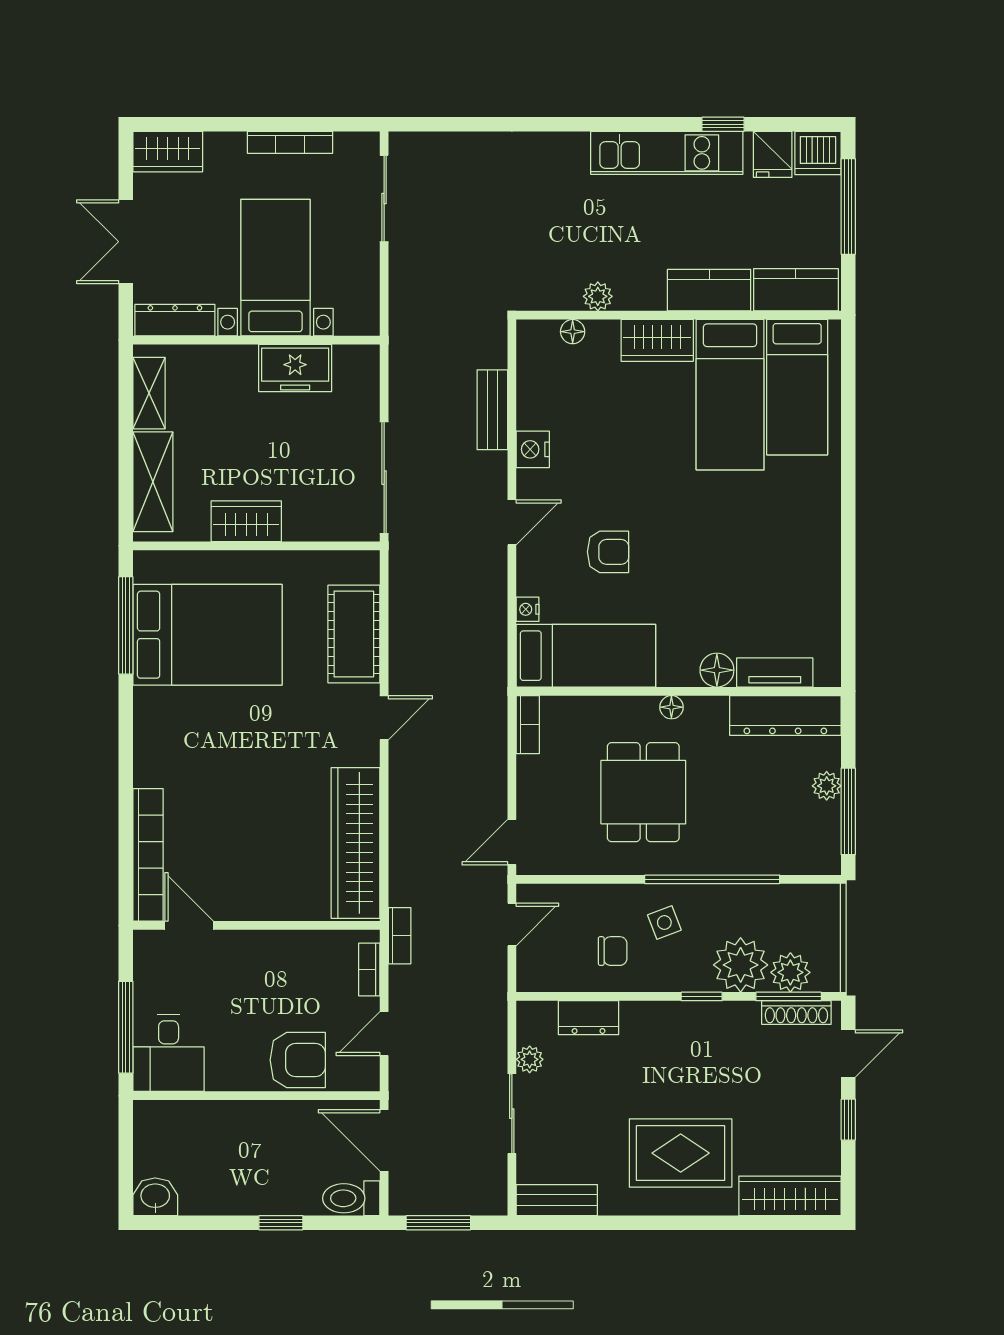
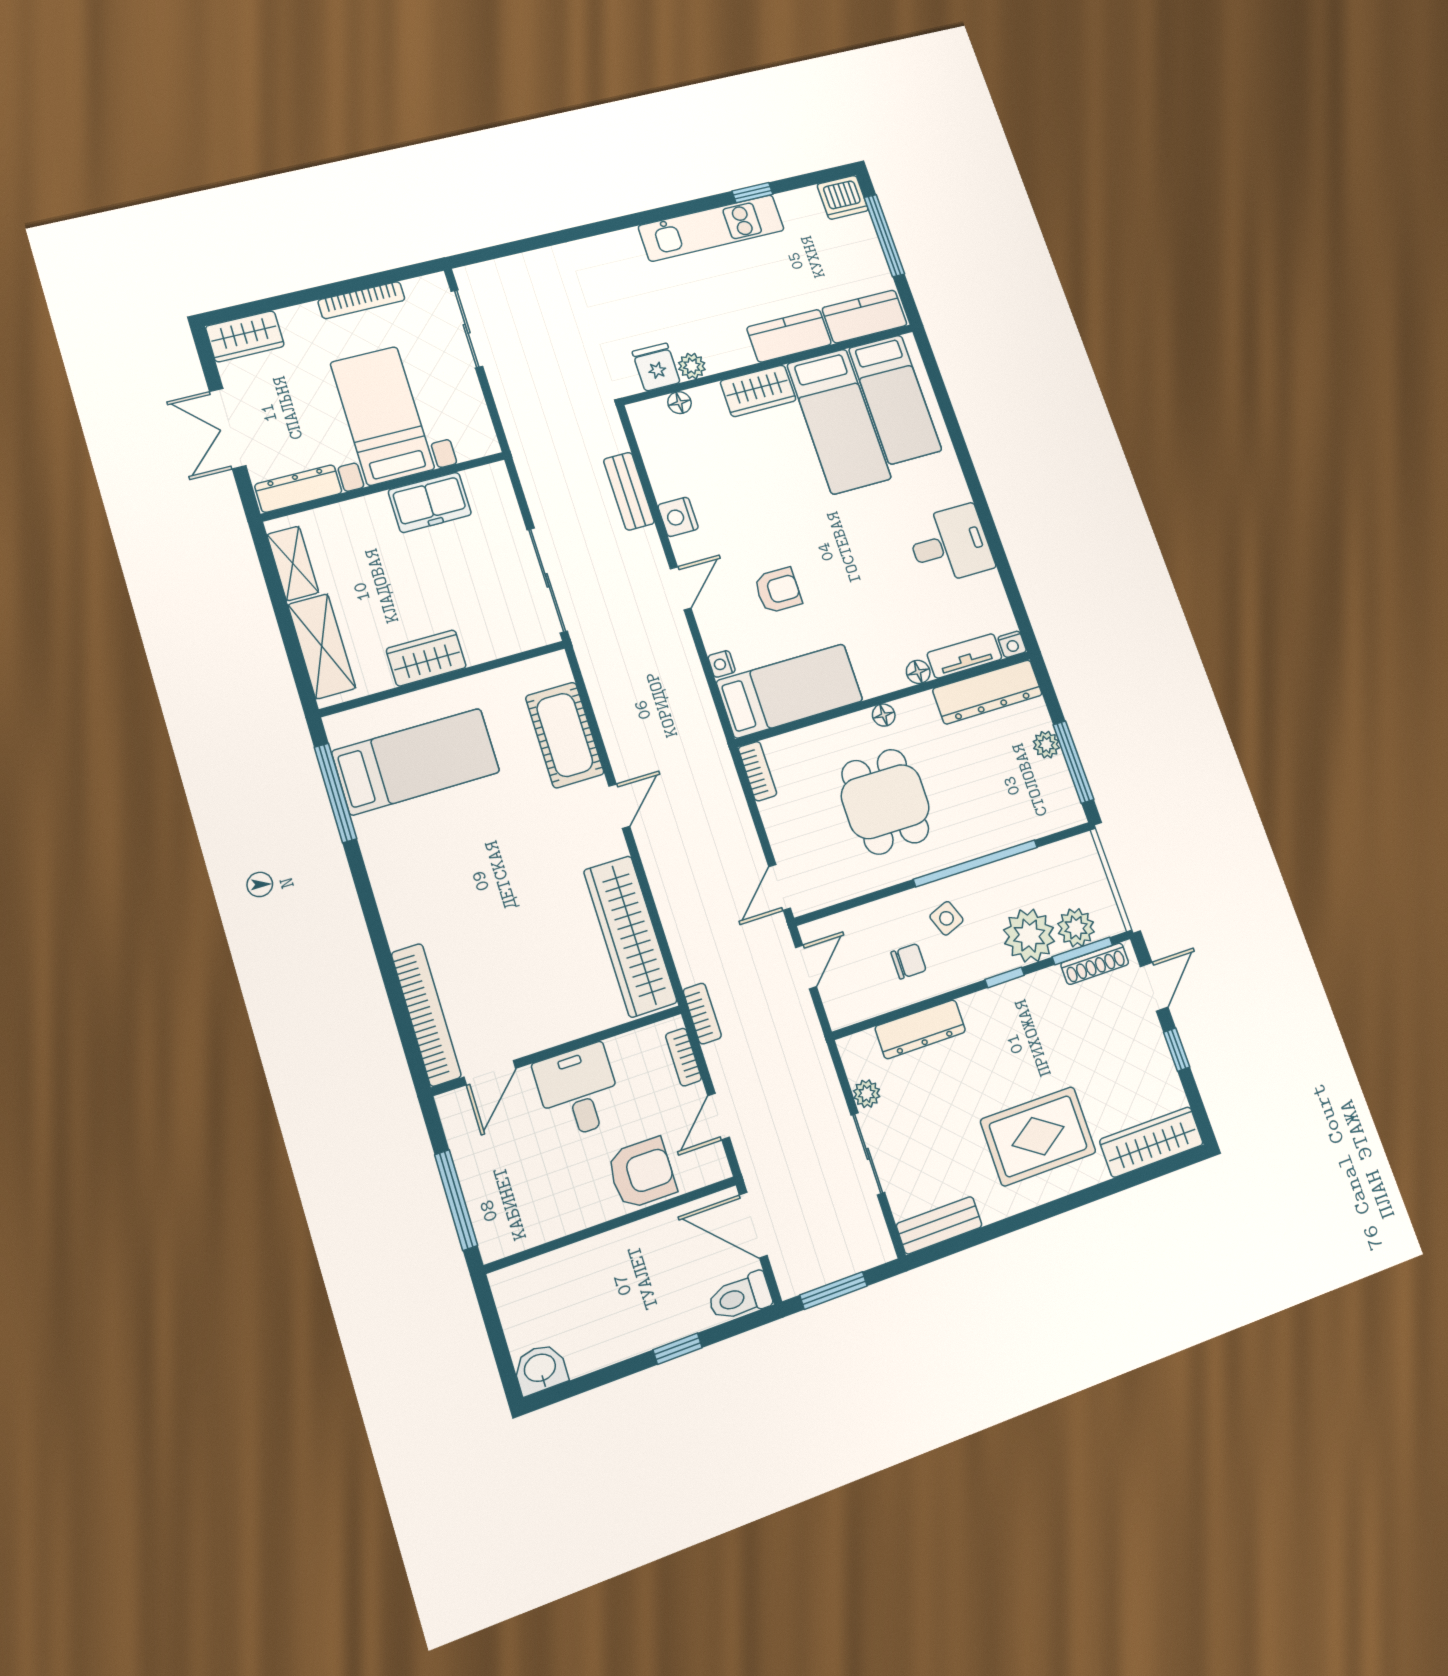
fridge: (773, 154) -> (656, 367), moved, turned 180
desk: (801, 555) -> (950, 544), added
bed: (207, 635) -> (416, 762), width x0.67
floor lamp: (717, 670) -> (918, 672), width x0.73, depth x0.73
nightstand: (828, 675) -> (1012, 644), added
door: (189, 925) -> (490, 1073), swing flipped
dresser: (589, 1018) -> (920, 1029), width x1.44
desk: (169, 1053) -> (578, 1091), moved, turned 180

